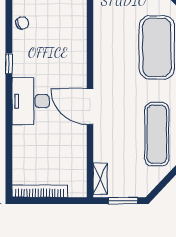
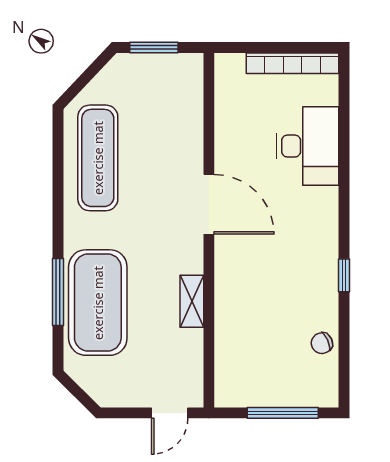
desk: (31, 101) -> (308, 146), moved
shelving: (100, 179) -> (192, 301), moved

